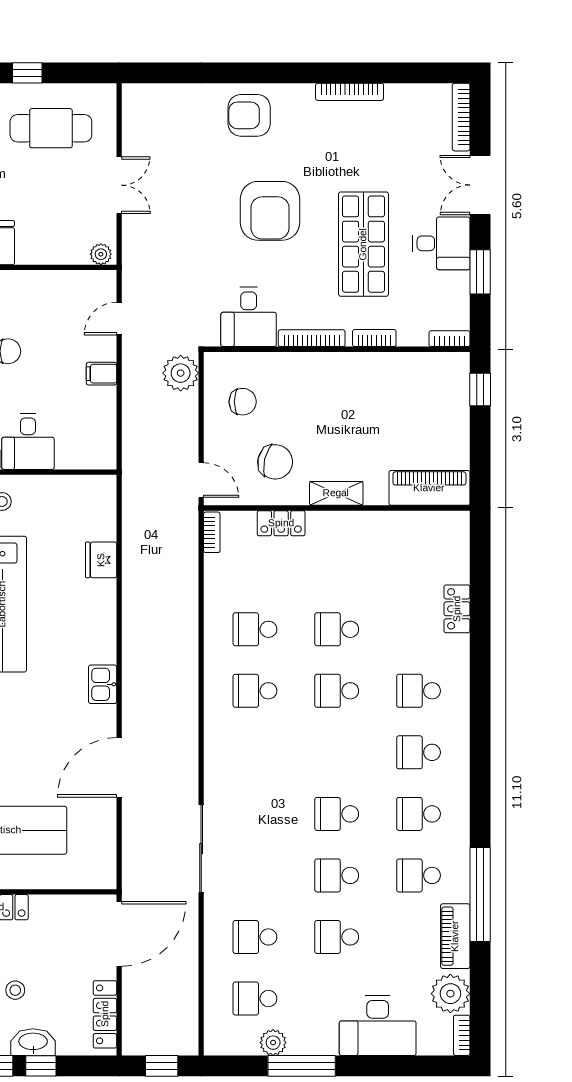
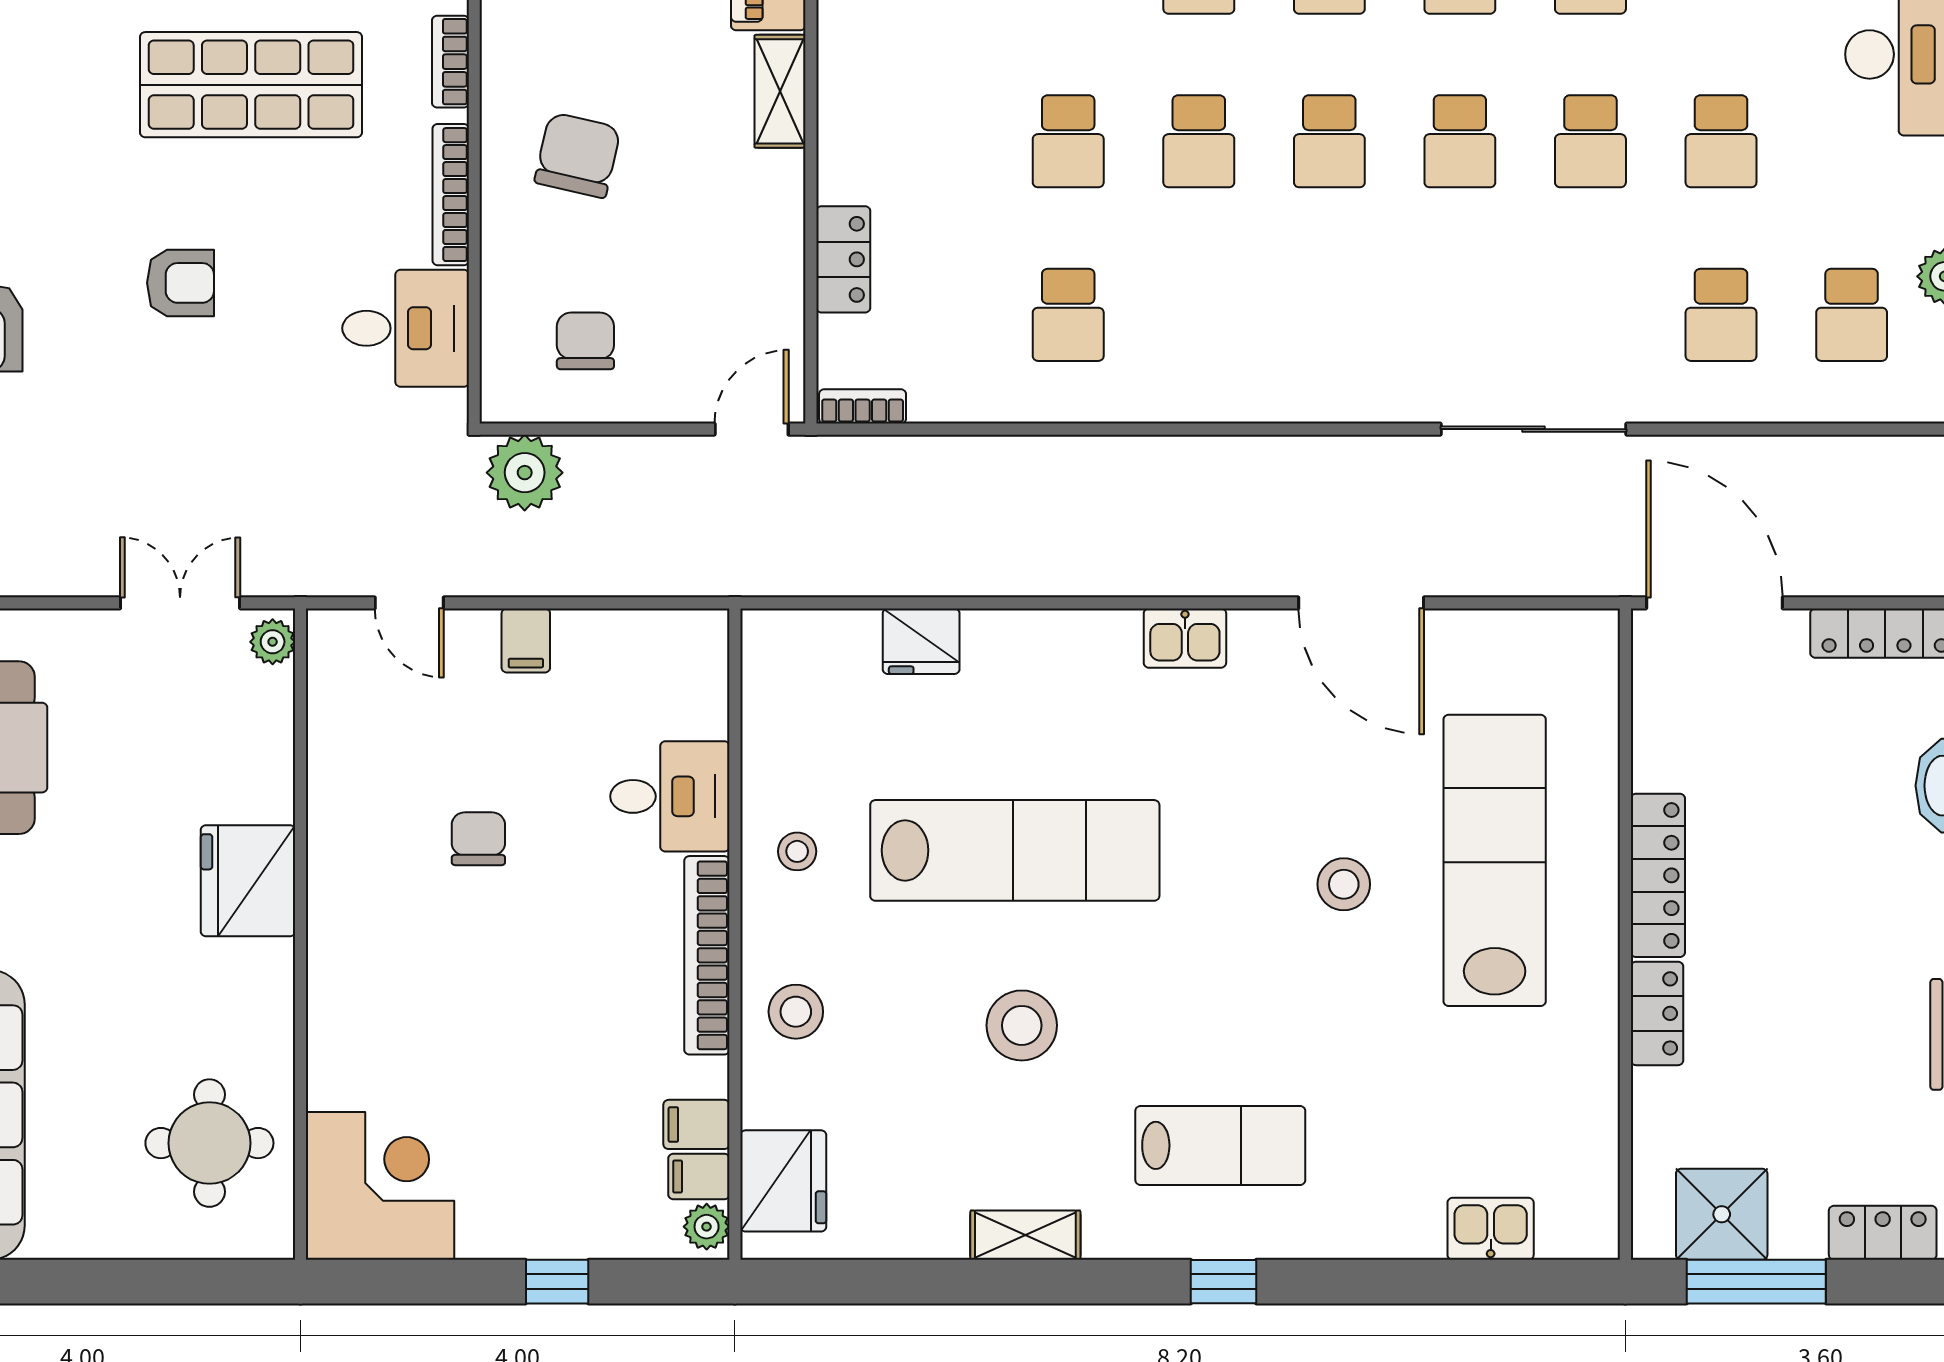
double door: (119, 185) -> (180, 603), moved
armchair: (270, 211) -> (181, 283), width x0.53, depth x0.53
chair: (275, 462) -> (578, 155), moved
shelving: (336, 493) -> (780, 91), moved
school desk: (255, 691) -> (1329, 141), moved
stool: (15, 990) -> (1834, 823), removed

